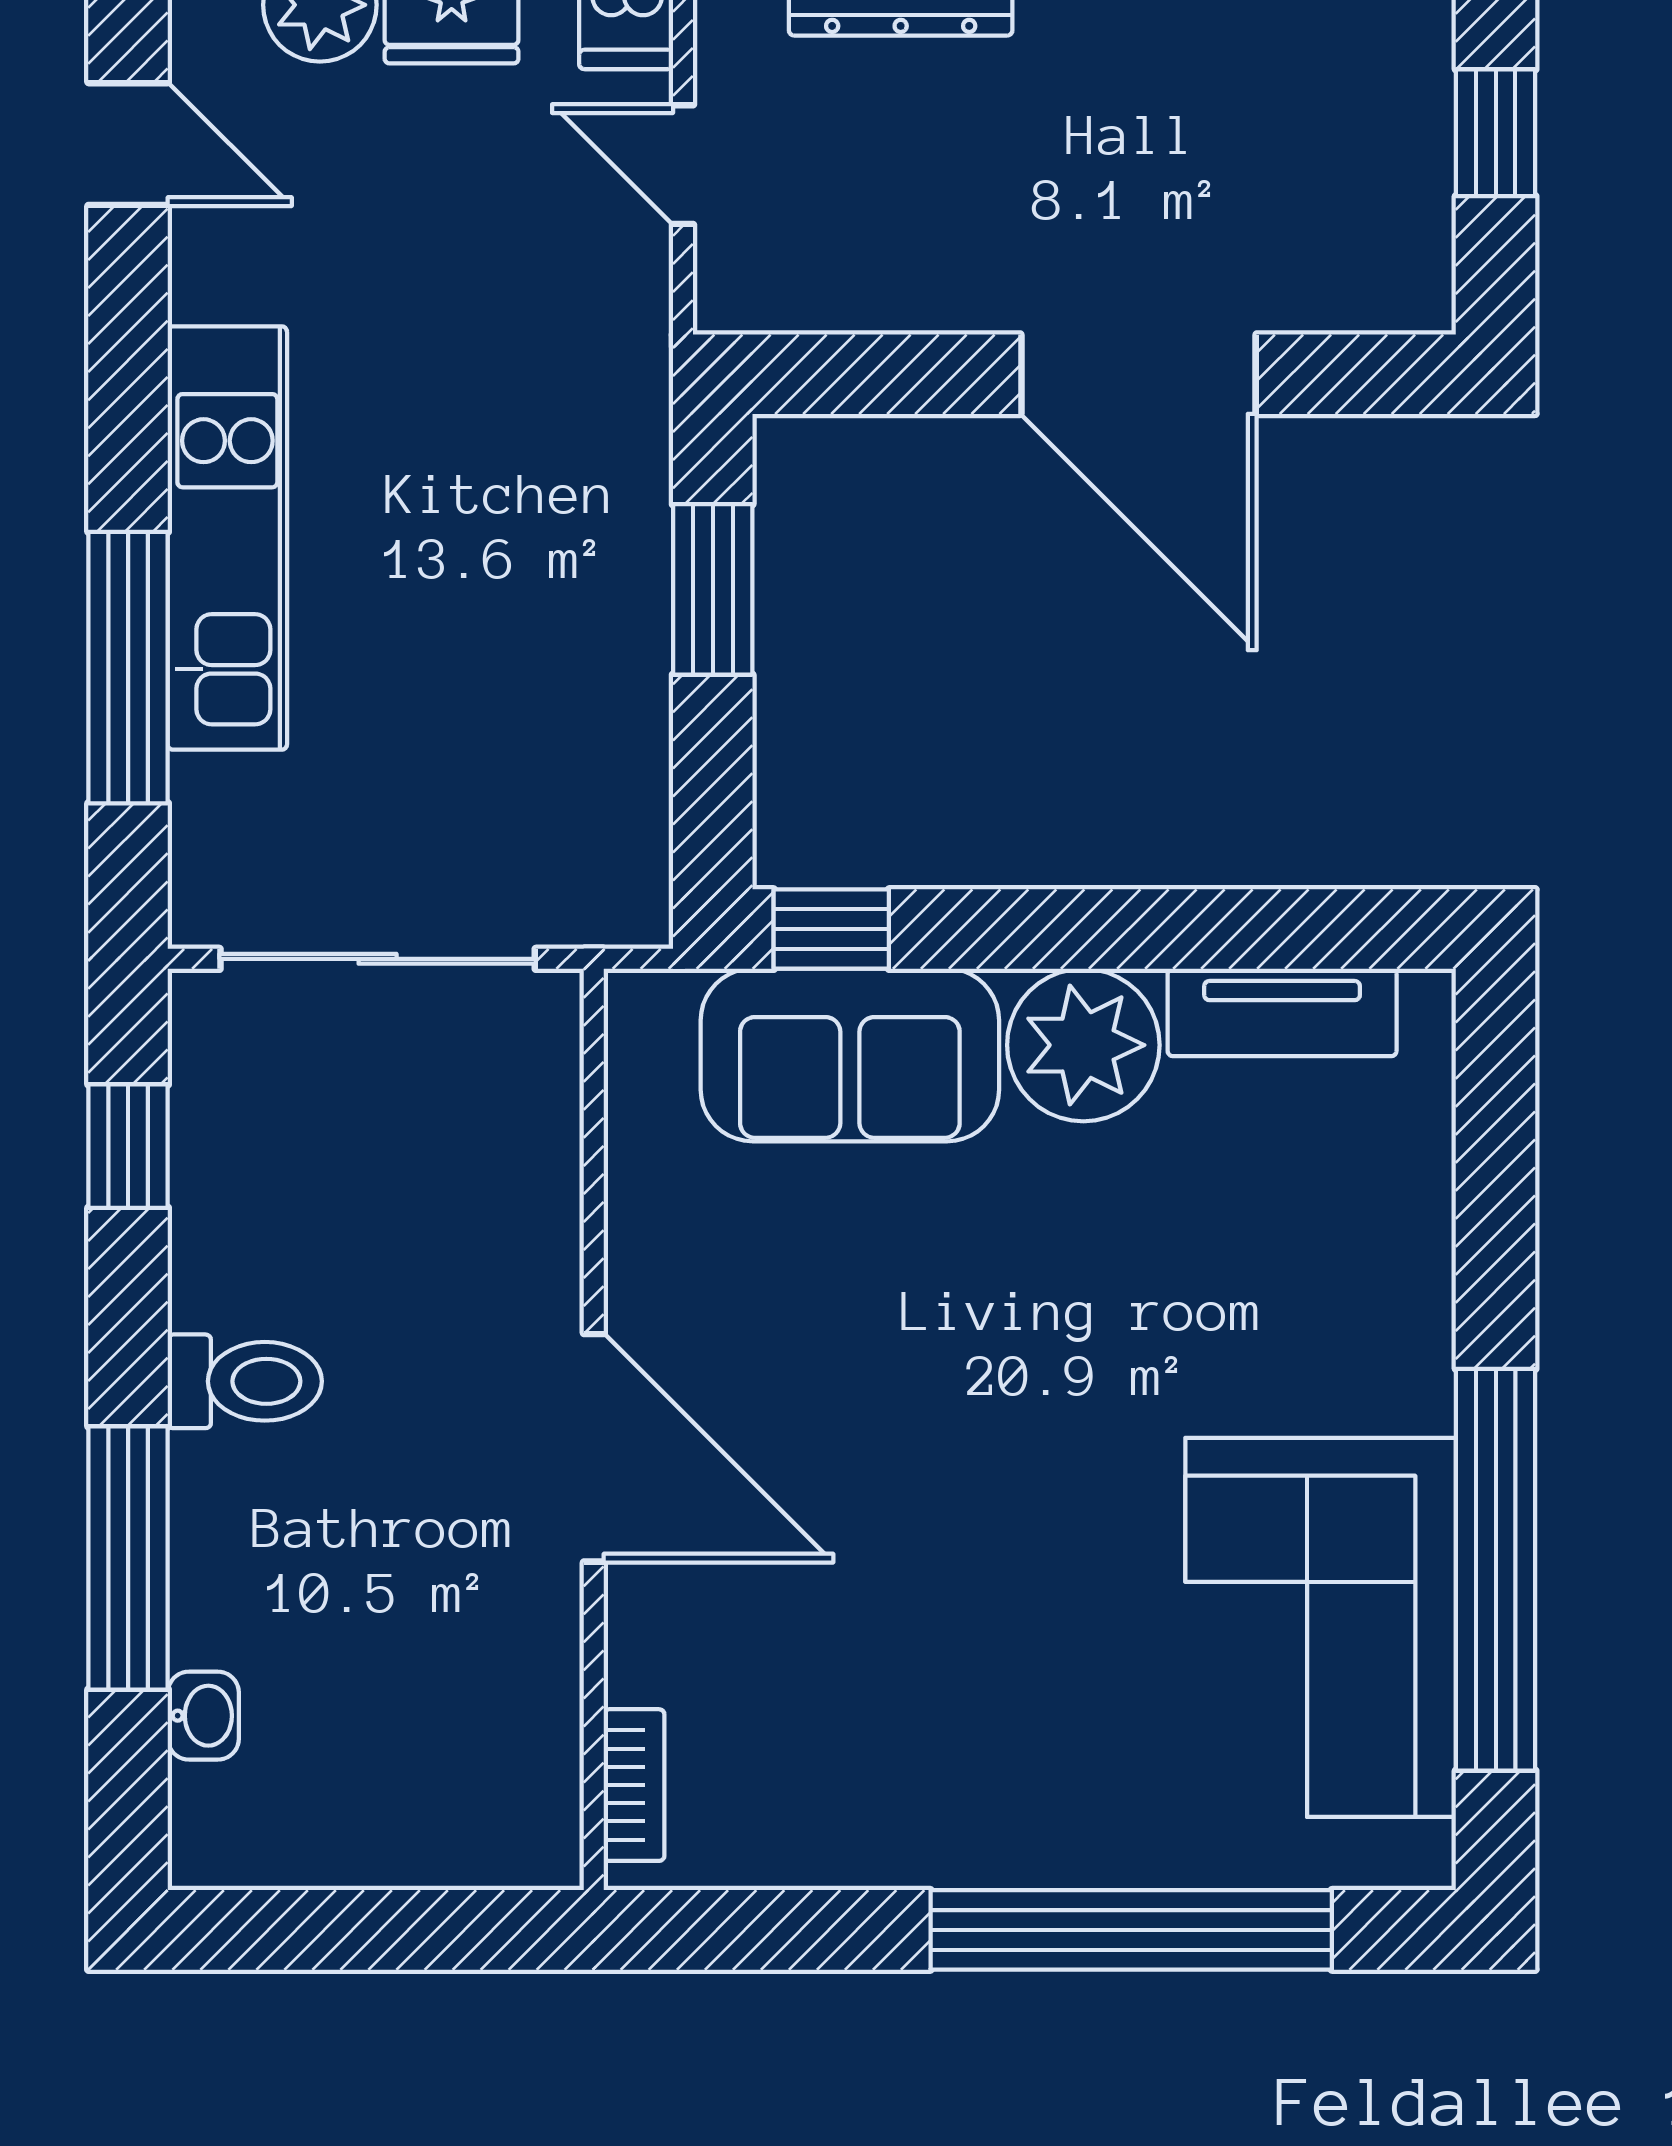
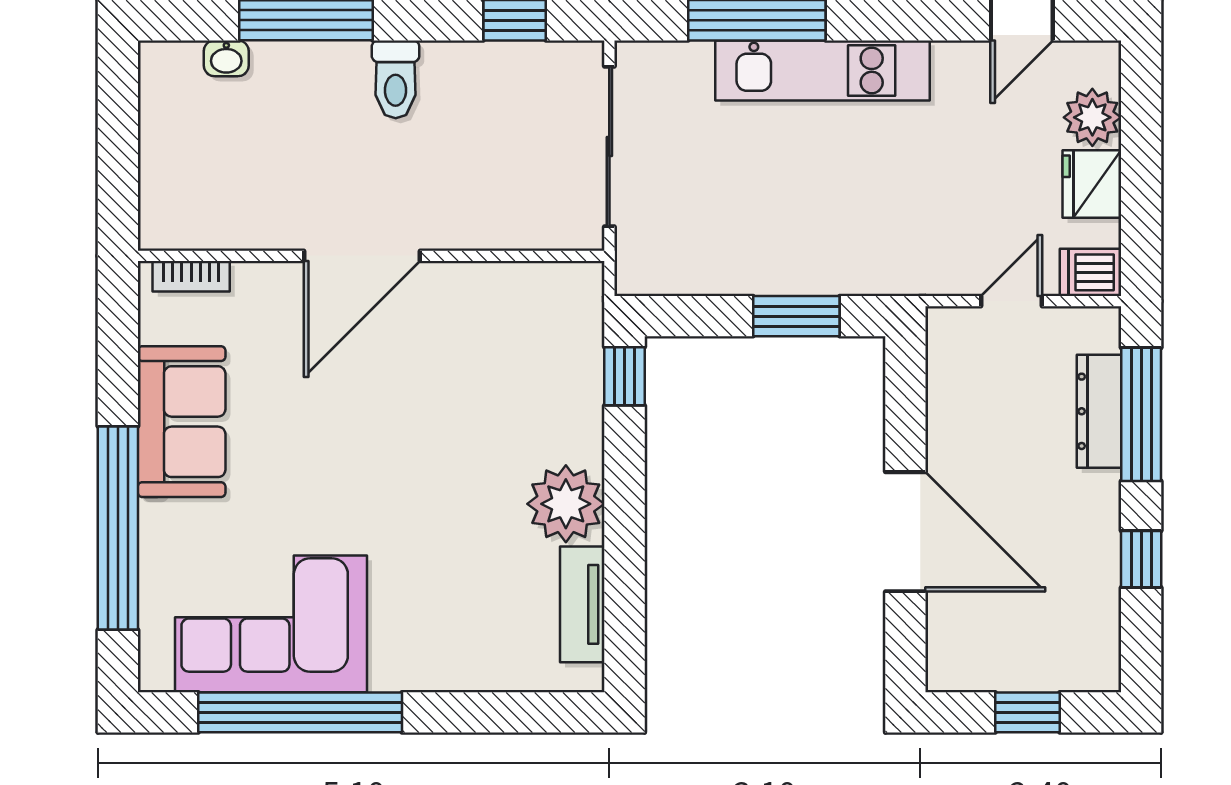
door: (1138, 374) -> (905, 532), swing flipped
sofa: (850, 1055) -> (182, 422), moved, turned 180

